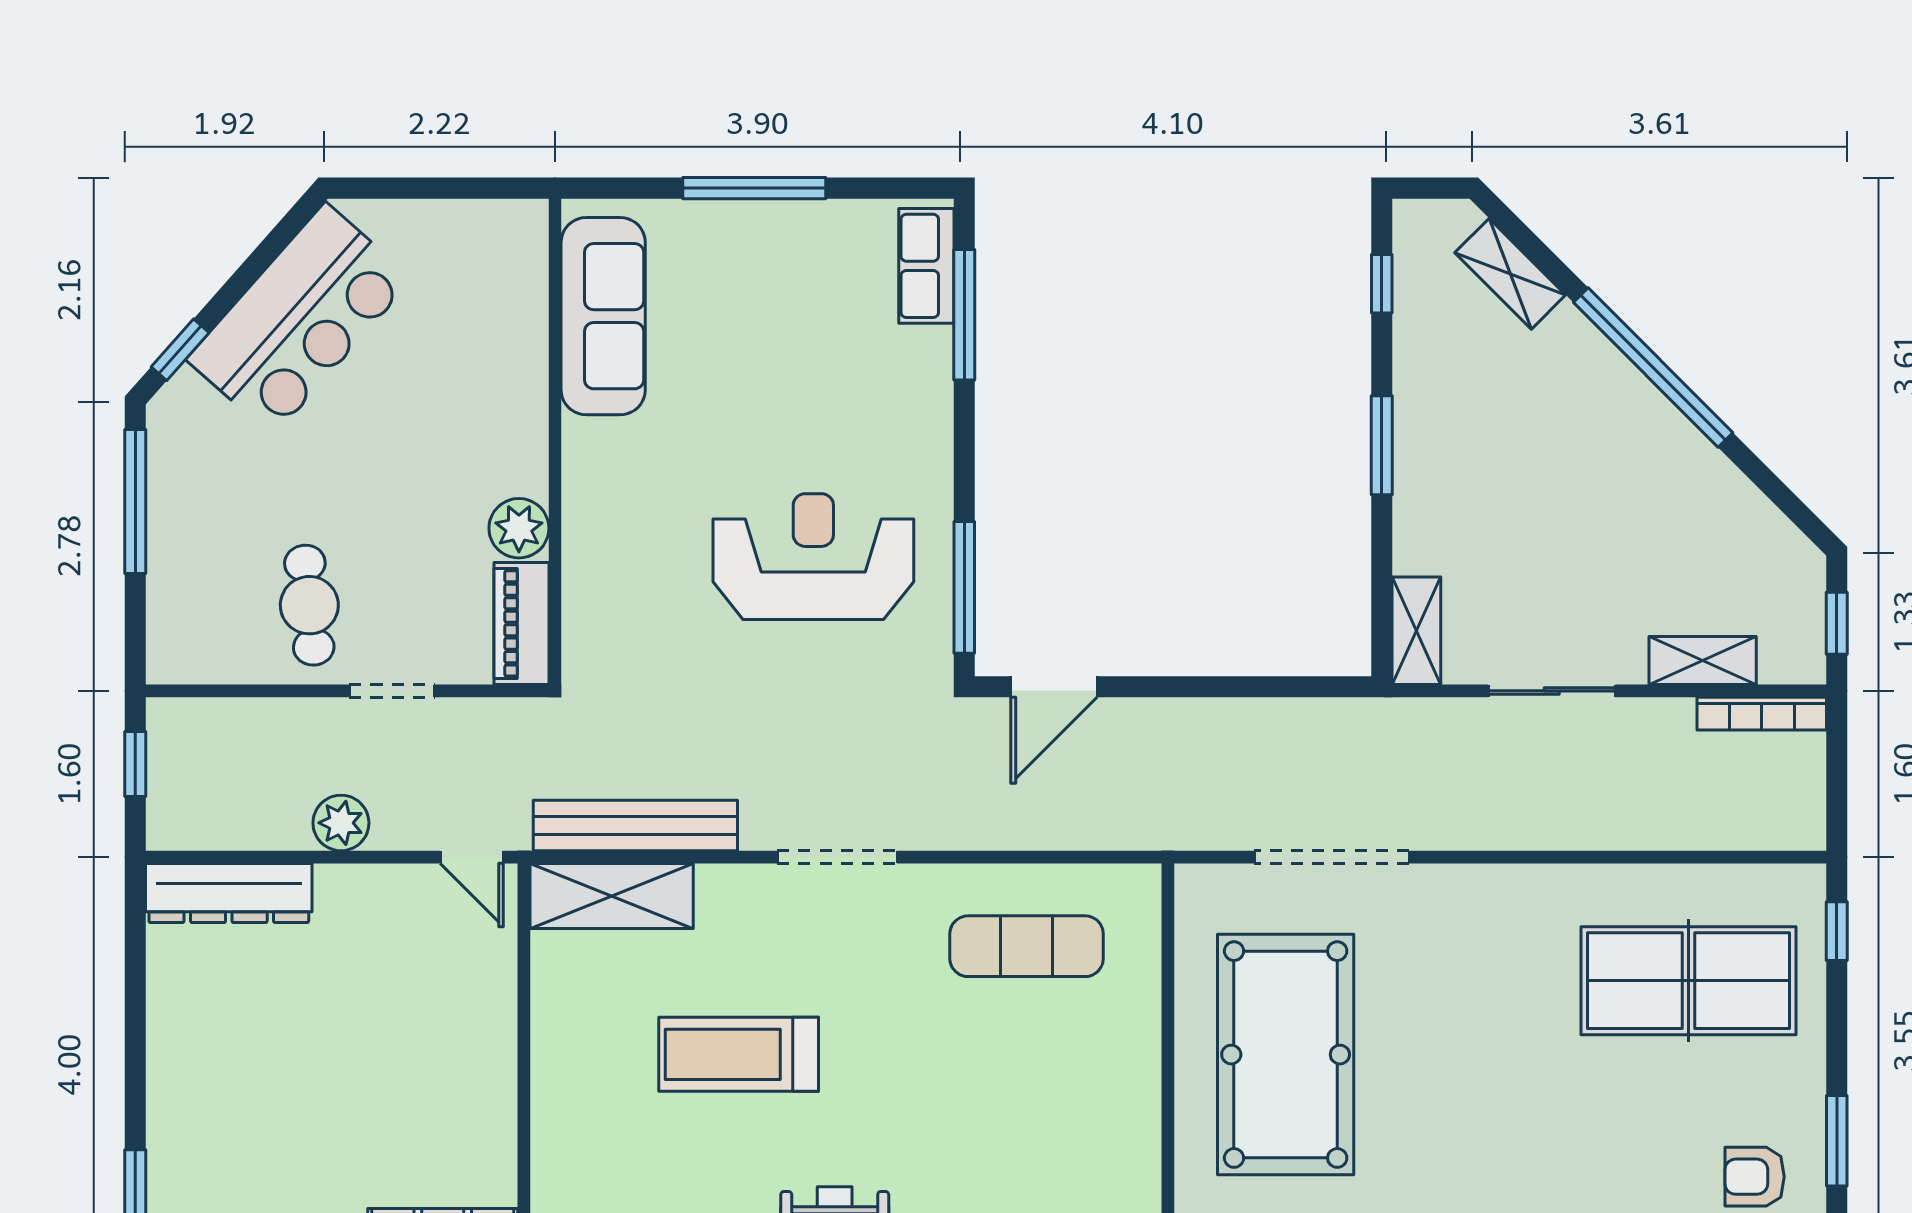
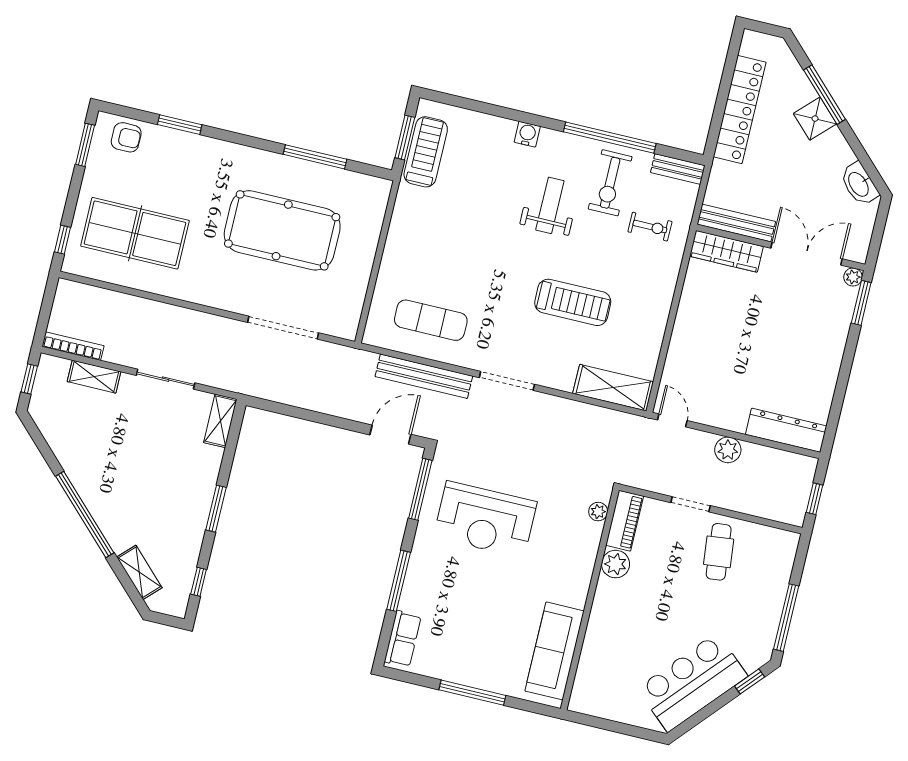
window: (964, 315) -> (399, 581), moved
plant: (581, 629) -> (598, 512), added
bench: (635, 825) -> (424, 376), moved
pool table: (1286, 1055) -> (282, 230), moved, turned 90

